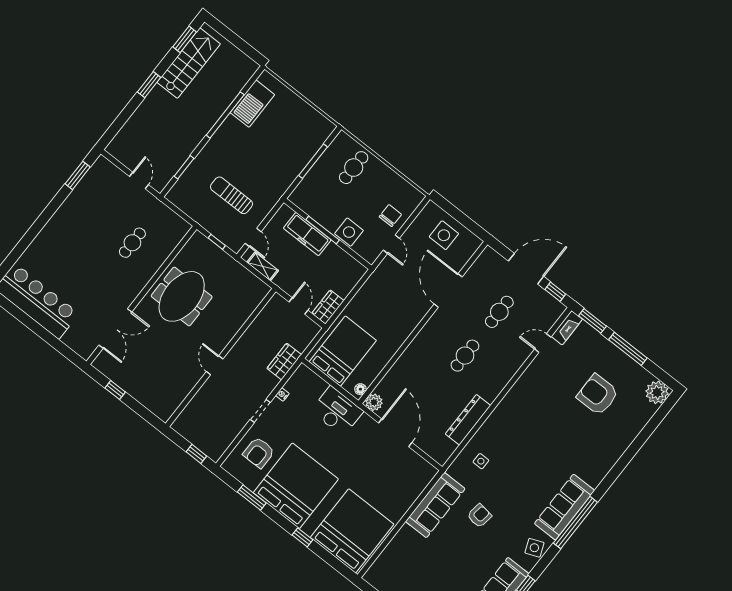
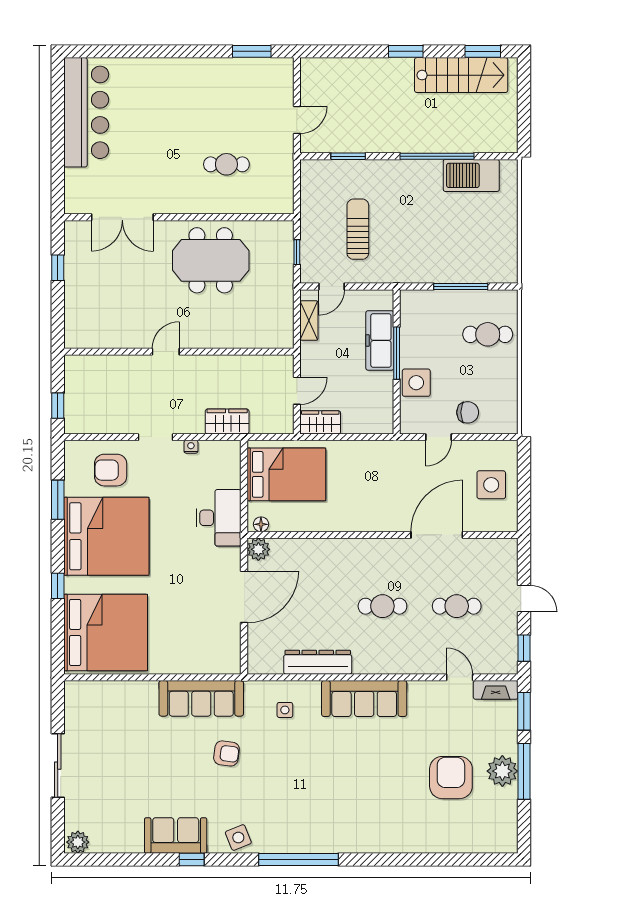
door: (526, 269) -> (524, 599), width x0.53
plant: (657, 392) -> (502, 771), moved
sofa: (564, 507) -> (364, 699), moved, turned 180

